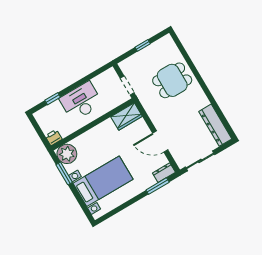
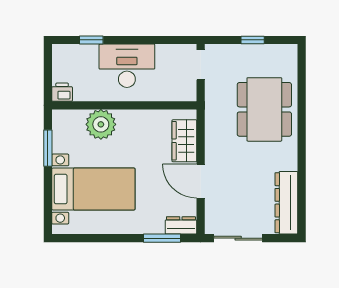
dining table: (172, 80) -> (264, 109), width x1.38
doorway: (127, 86) -> (201, 65), moved
wardrobe: (127, 117) -> (184, 141), moved, turned 90
plant: (67, 154) -> (101, 124), moved

